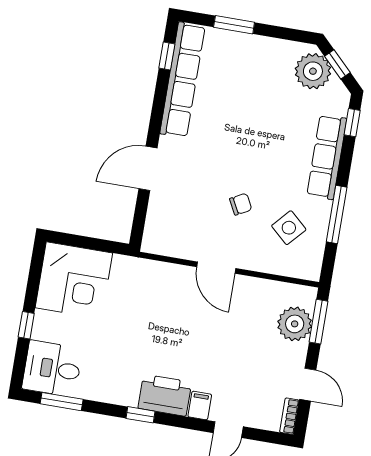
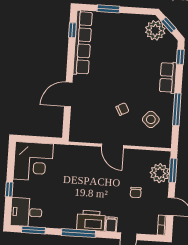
row of seats: (327, 157) -> (168, 78), width x0.68
chair: (249, 354) -> (136, 192), added
window: (141, 415) -> (78, 233), width x2.17

